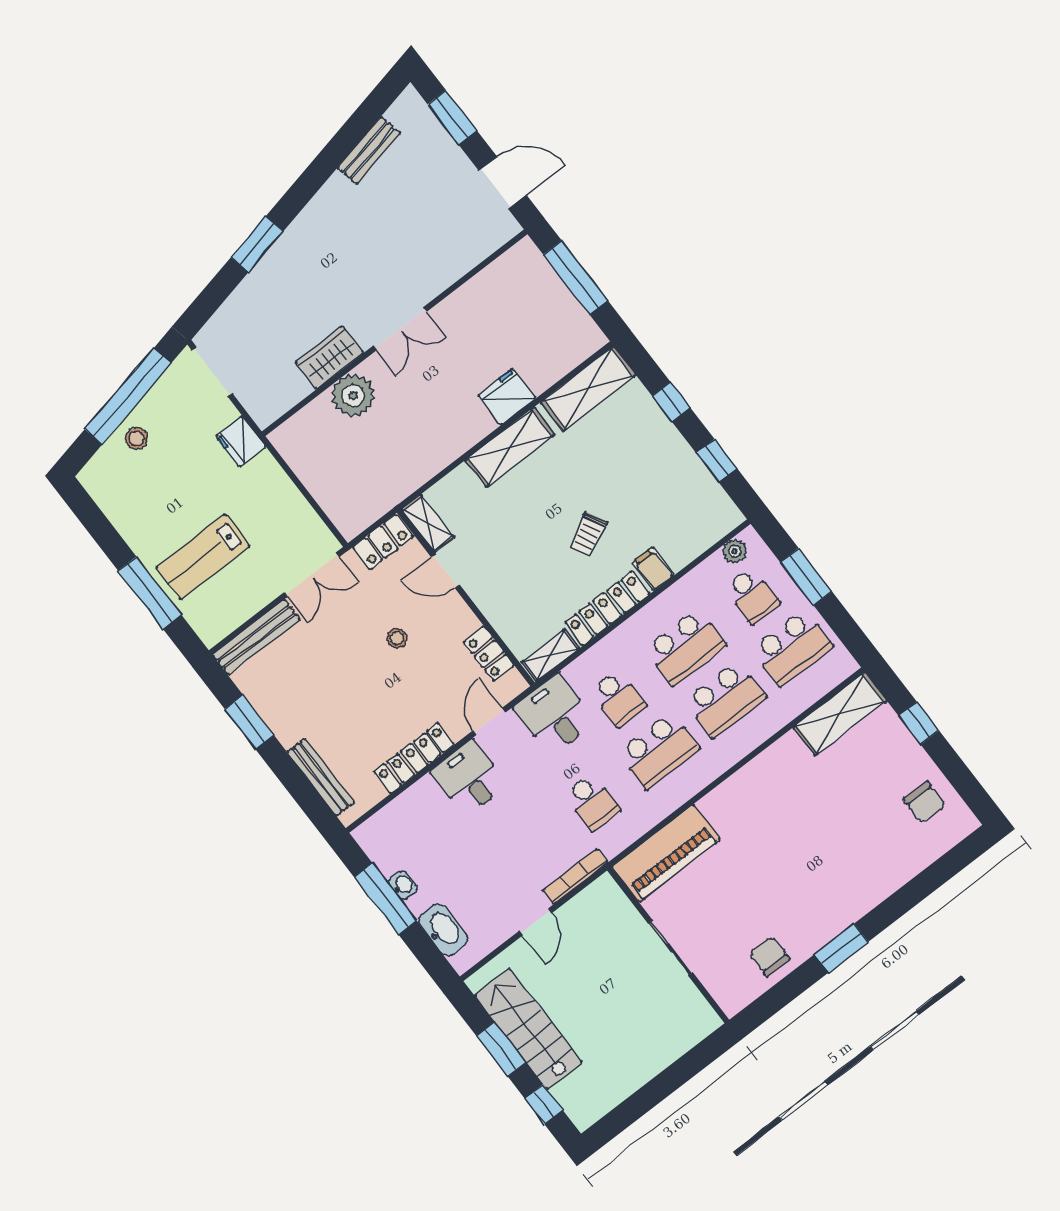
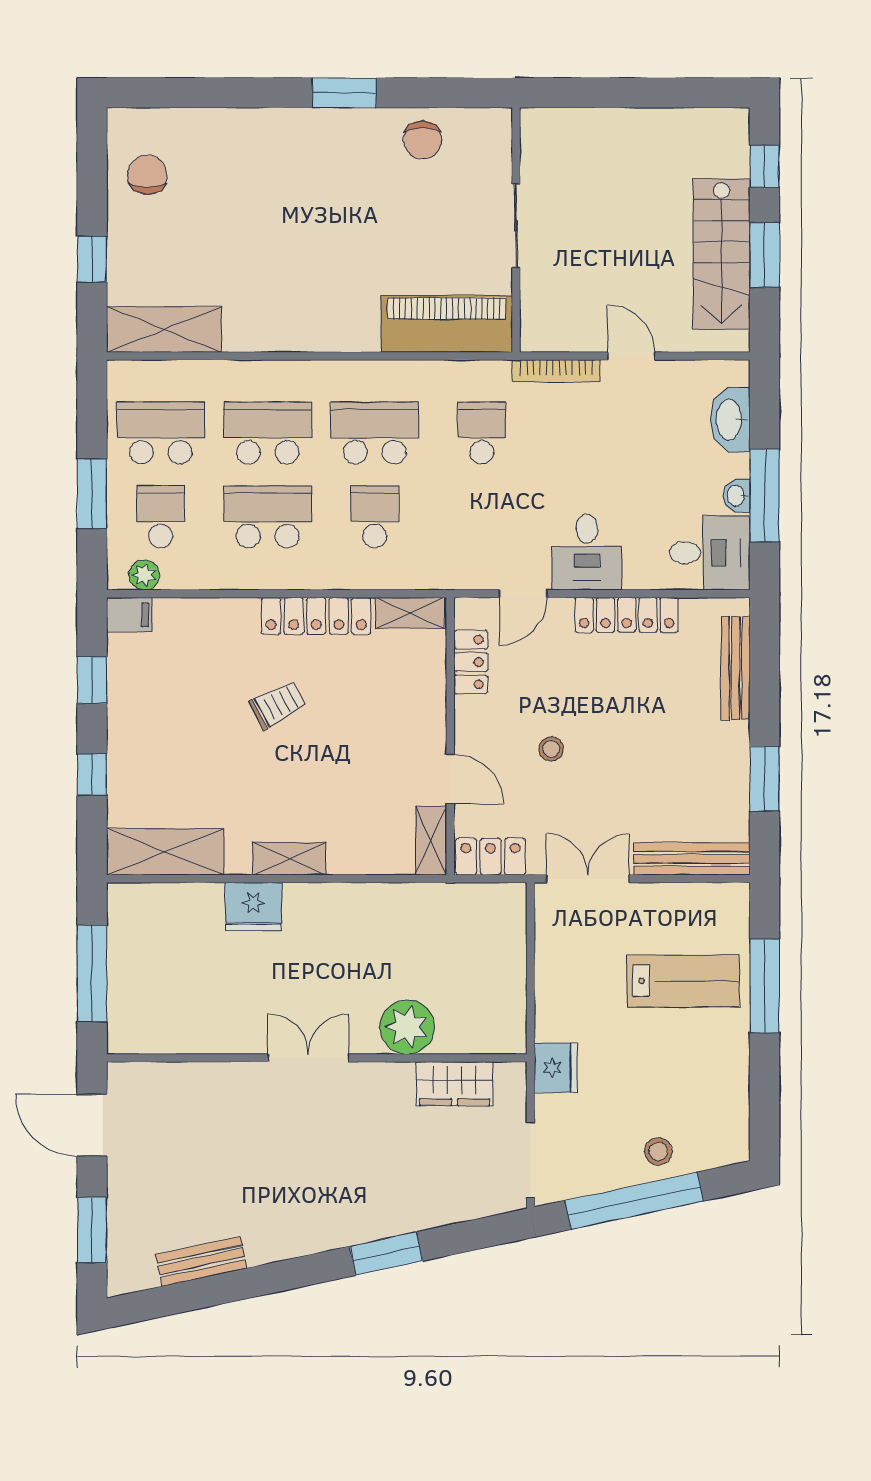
wardrobe: (329, 357) -> (454, 1084), moved
shelving: (510, 447) -> (289, 859), width x0.67, depth x0.75
filing cabinet: (653, 569) -> (129, 615), moved, turned -90
desk: (555, 715) -> (710, 553), moved, turned -90
door: (536, 922) -> (631, 356), hinge flipped

